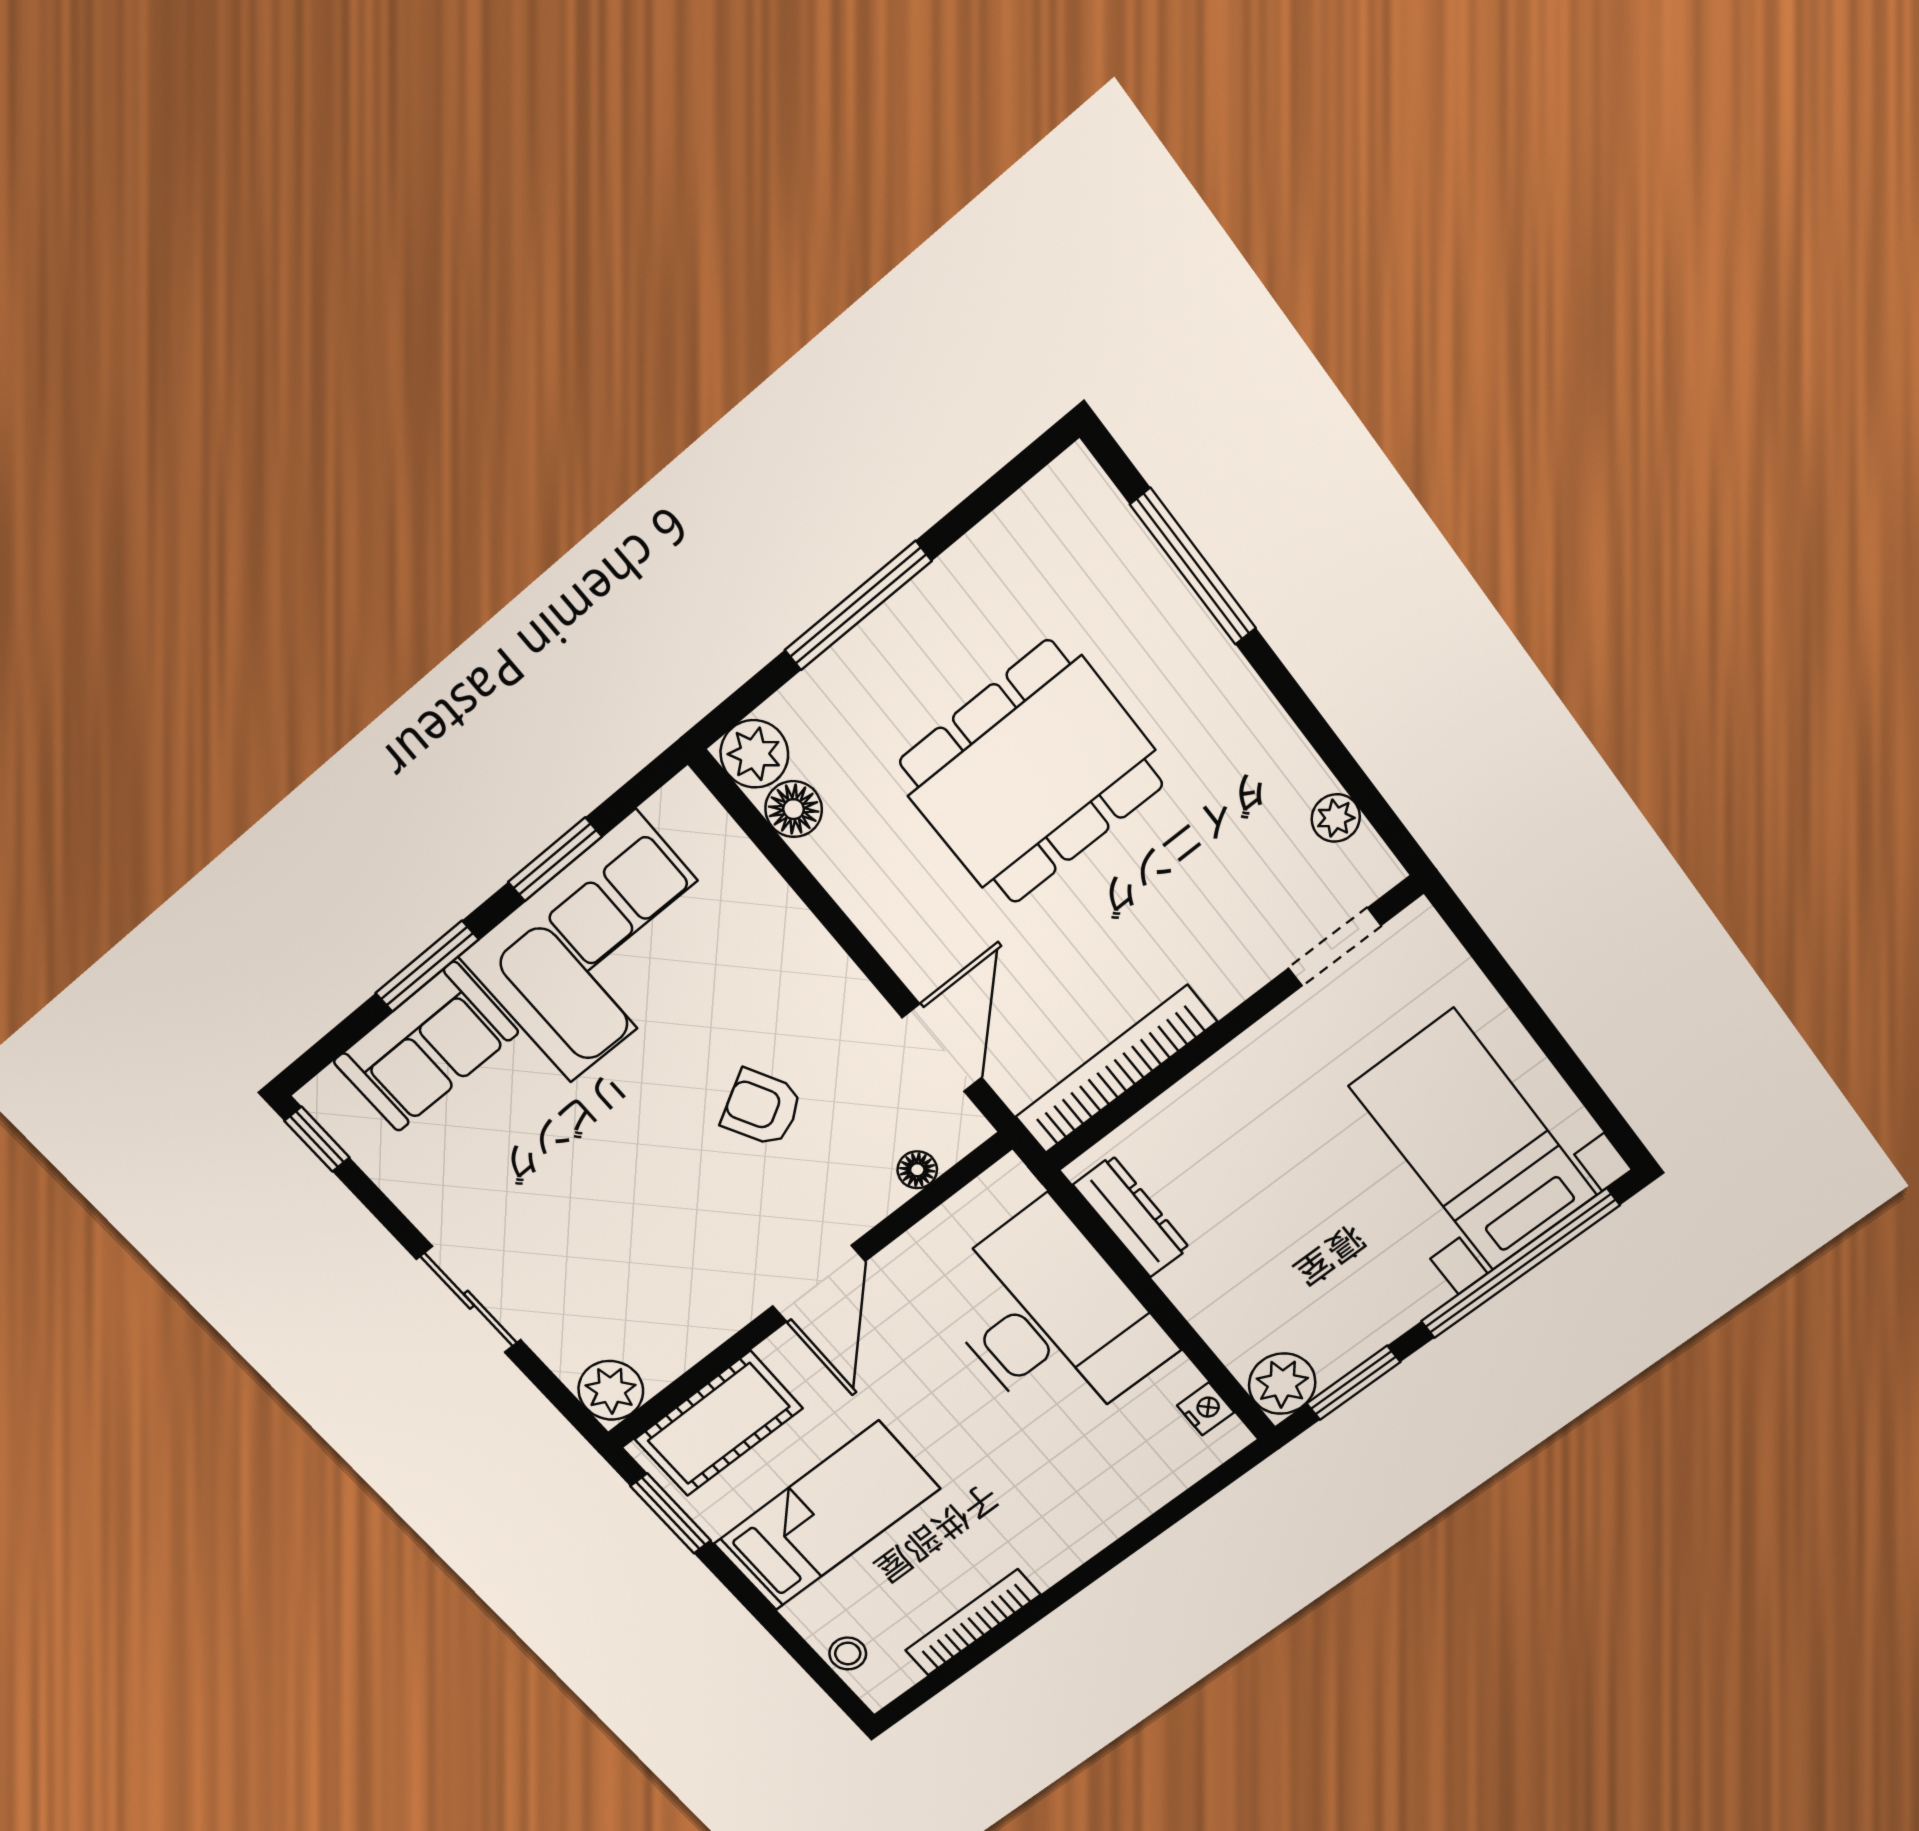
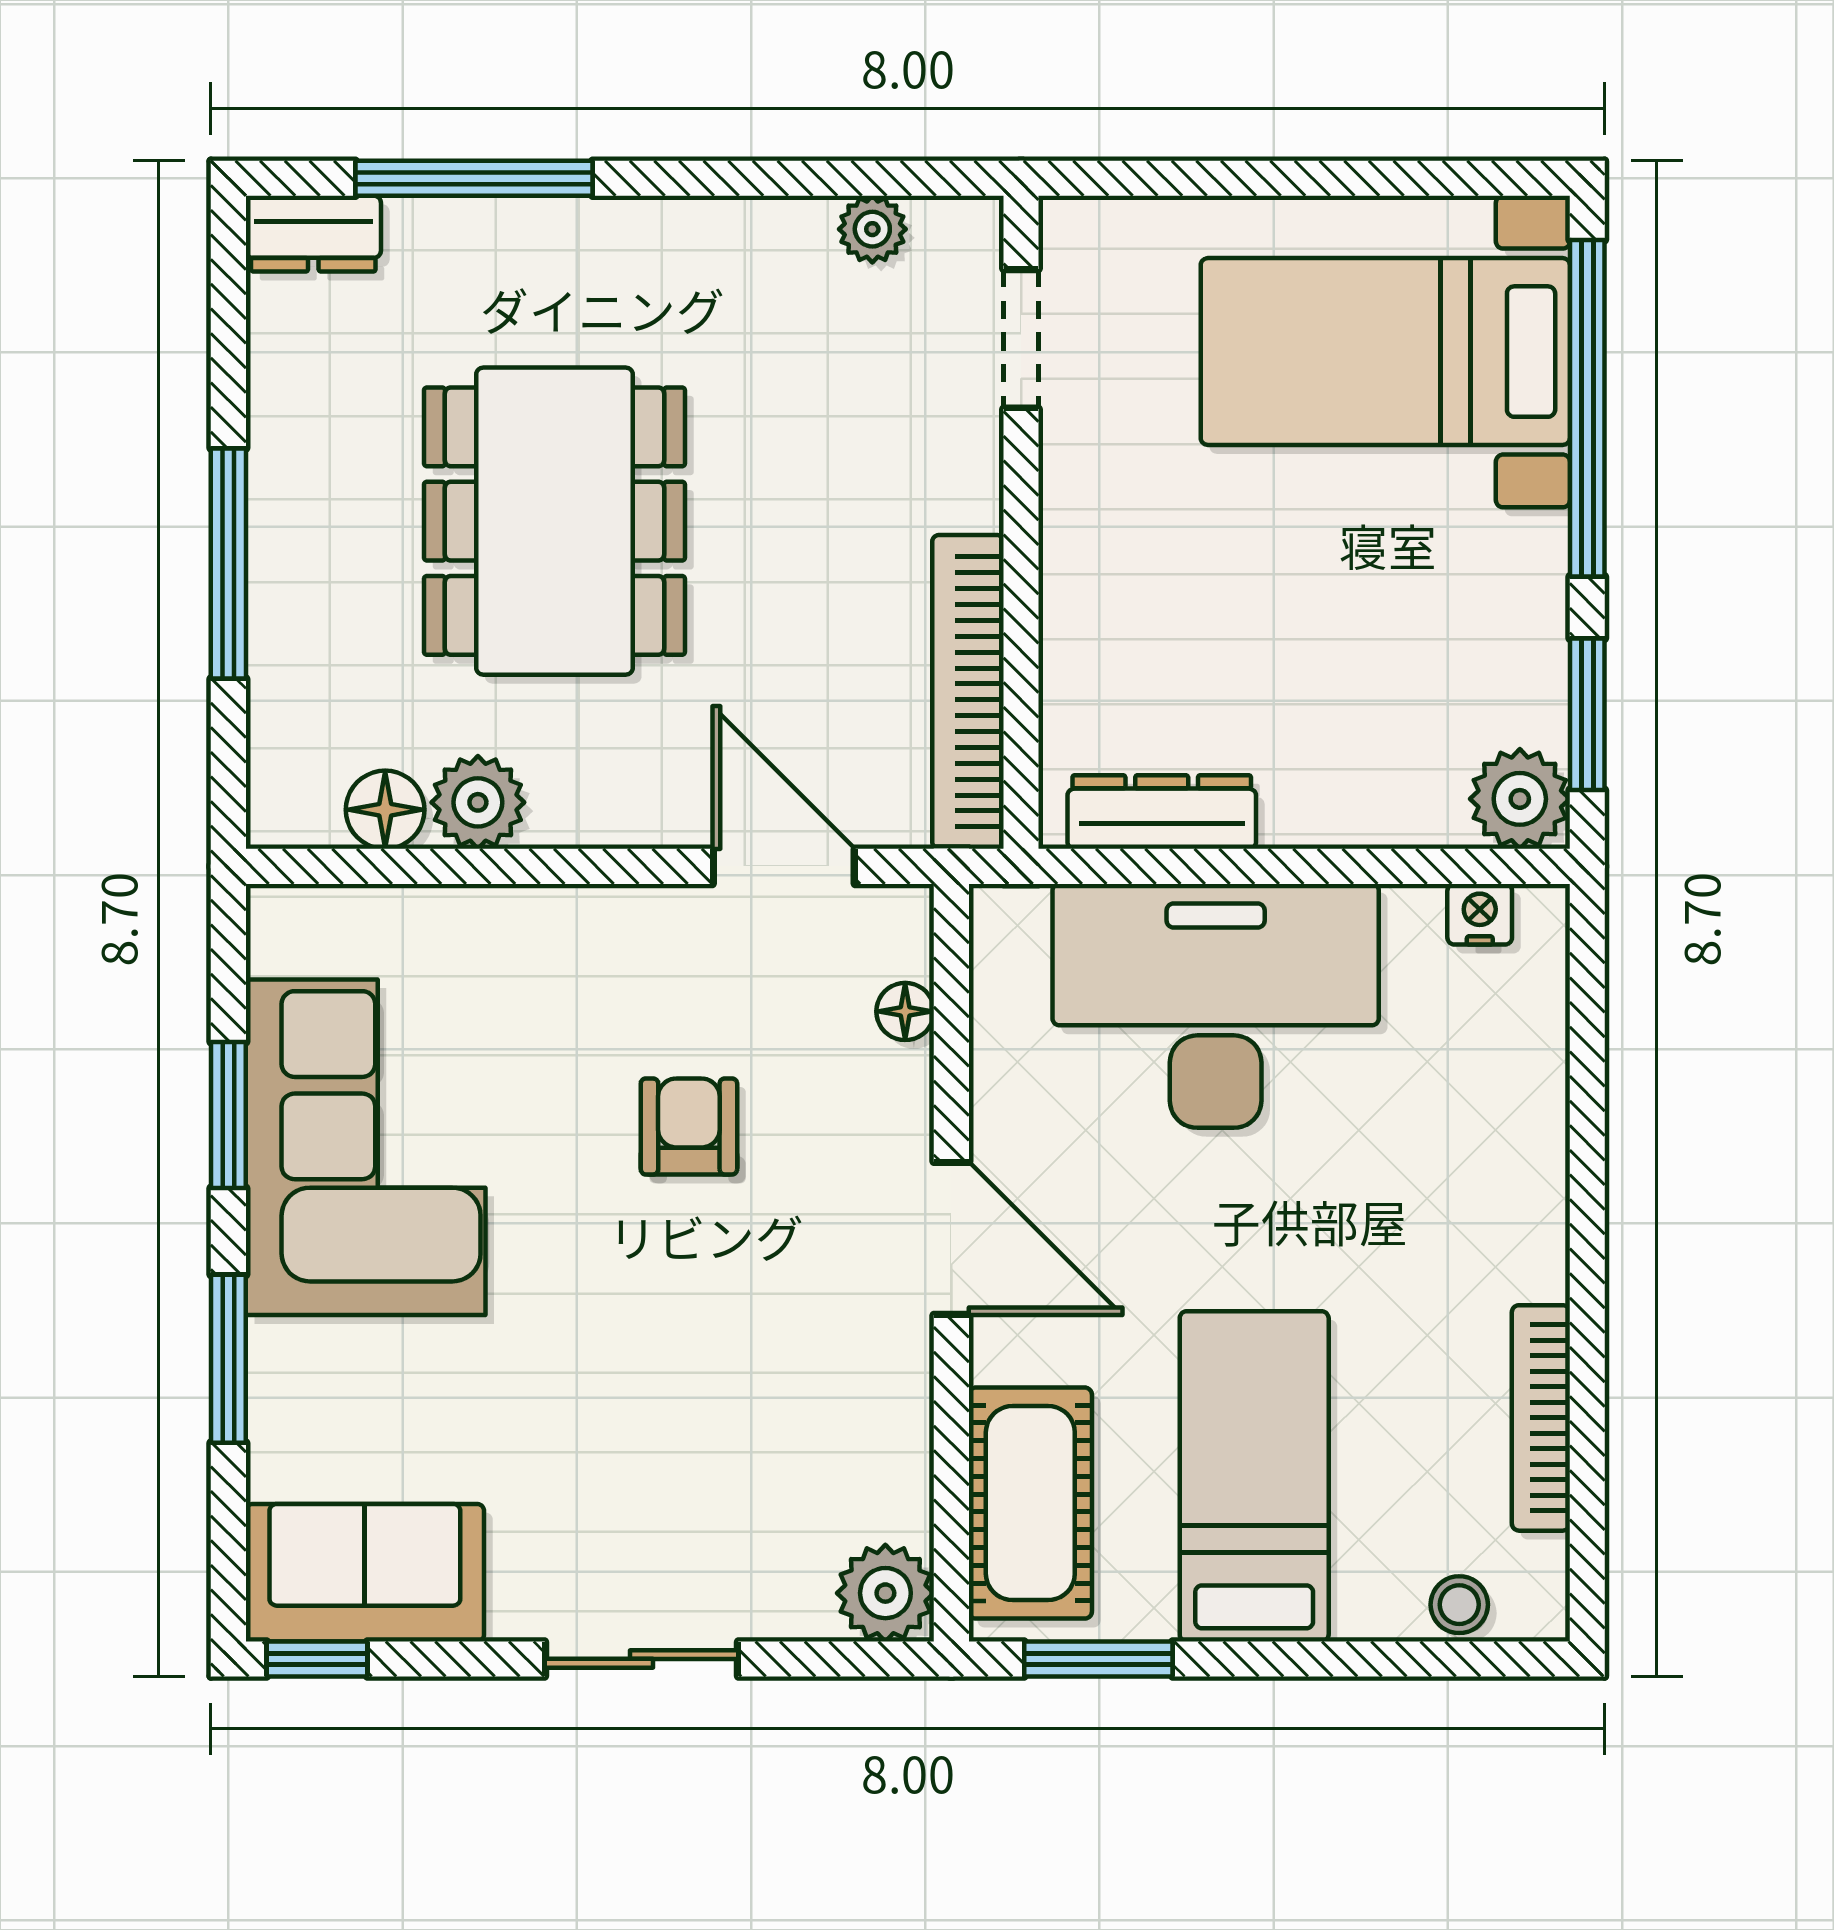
dresser: (1088, 498) -> (313, 234), added
plant: (754, 754) -> (478, 802), moved
sofa: (426, 1047) -> (365, 1573), moved, turned -90
armchair: (762, 1108) -> (689, 1126), turned 119

